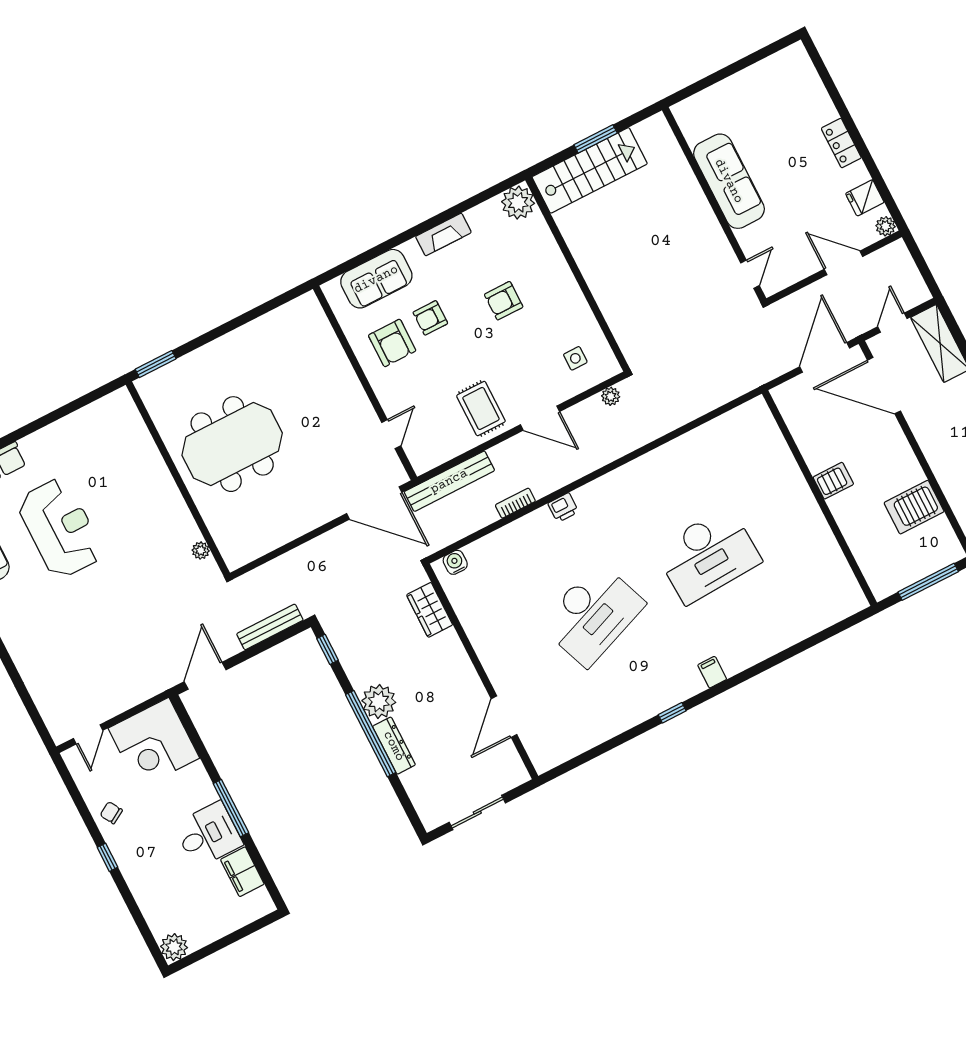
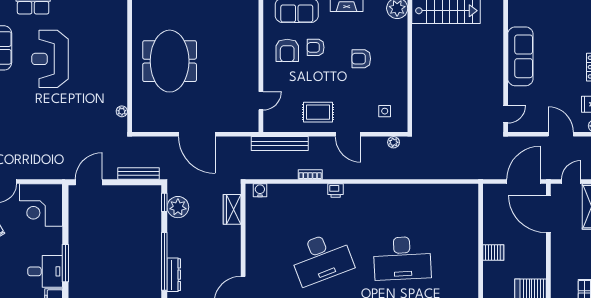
rug: (481, 408) -> (318, 112), turned 90
meeting table: (232, 444) -> (170, 61), turned 90
door: (374, 503) -> (197, 134), moved
reception desk: (60, 528) -> (50, 59), turned 180
plant: (379, 701) -> (178, 207), moved

